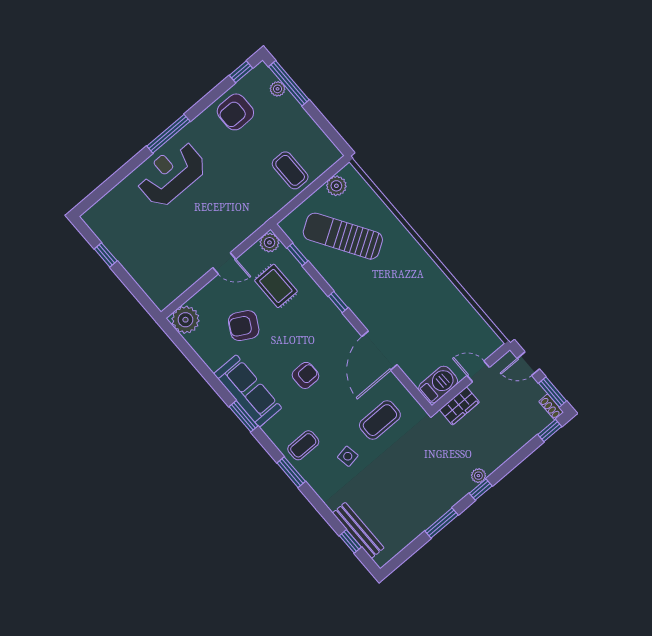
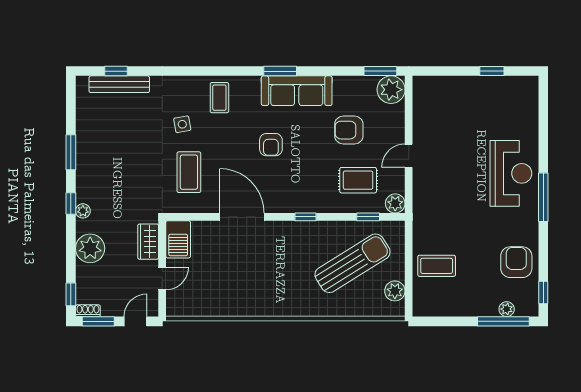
armchair: (244, 326) -> (349, 130), turned -119
plant: (502, 446) -> (90, 248), added
window: (291, 472) -> (380, 71), moved

